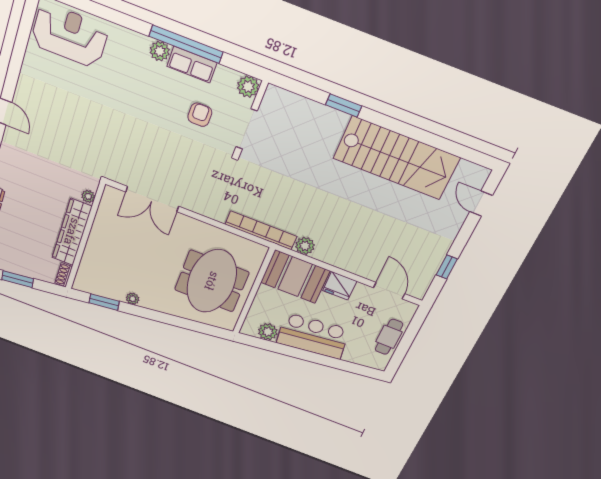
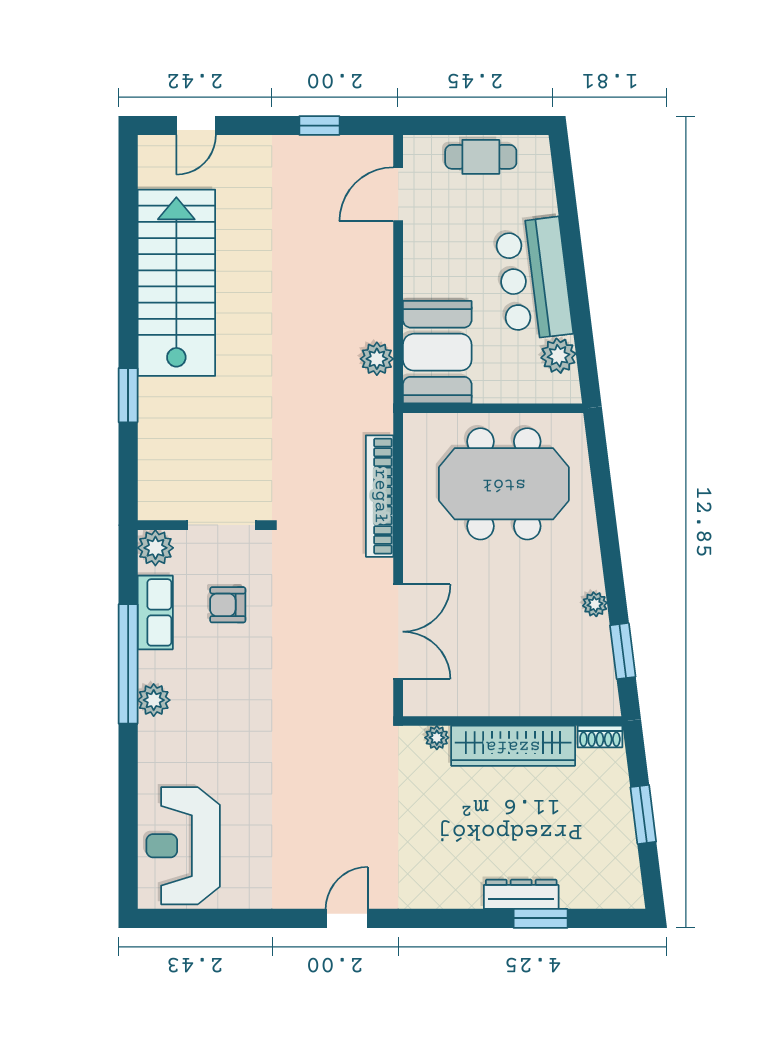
row of seats: (192, 65) -> (155, 612), moved
bookcase: (261, 230) -> (380, 496), moved
fridge: (340, 286) -> (423, 275), removed

